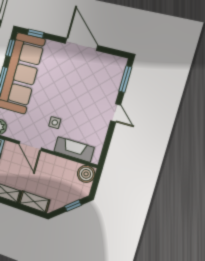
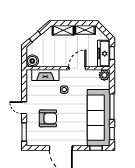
armchair: (87, 90) -> (48, 118), added
door: (30, 146) -> (77, 68), hinge flipped

